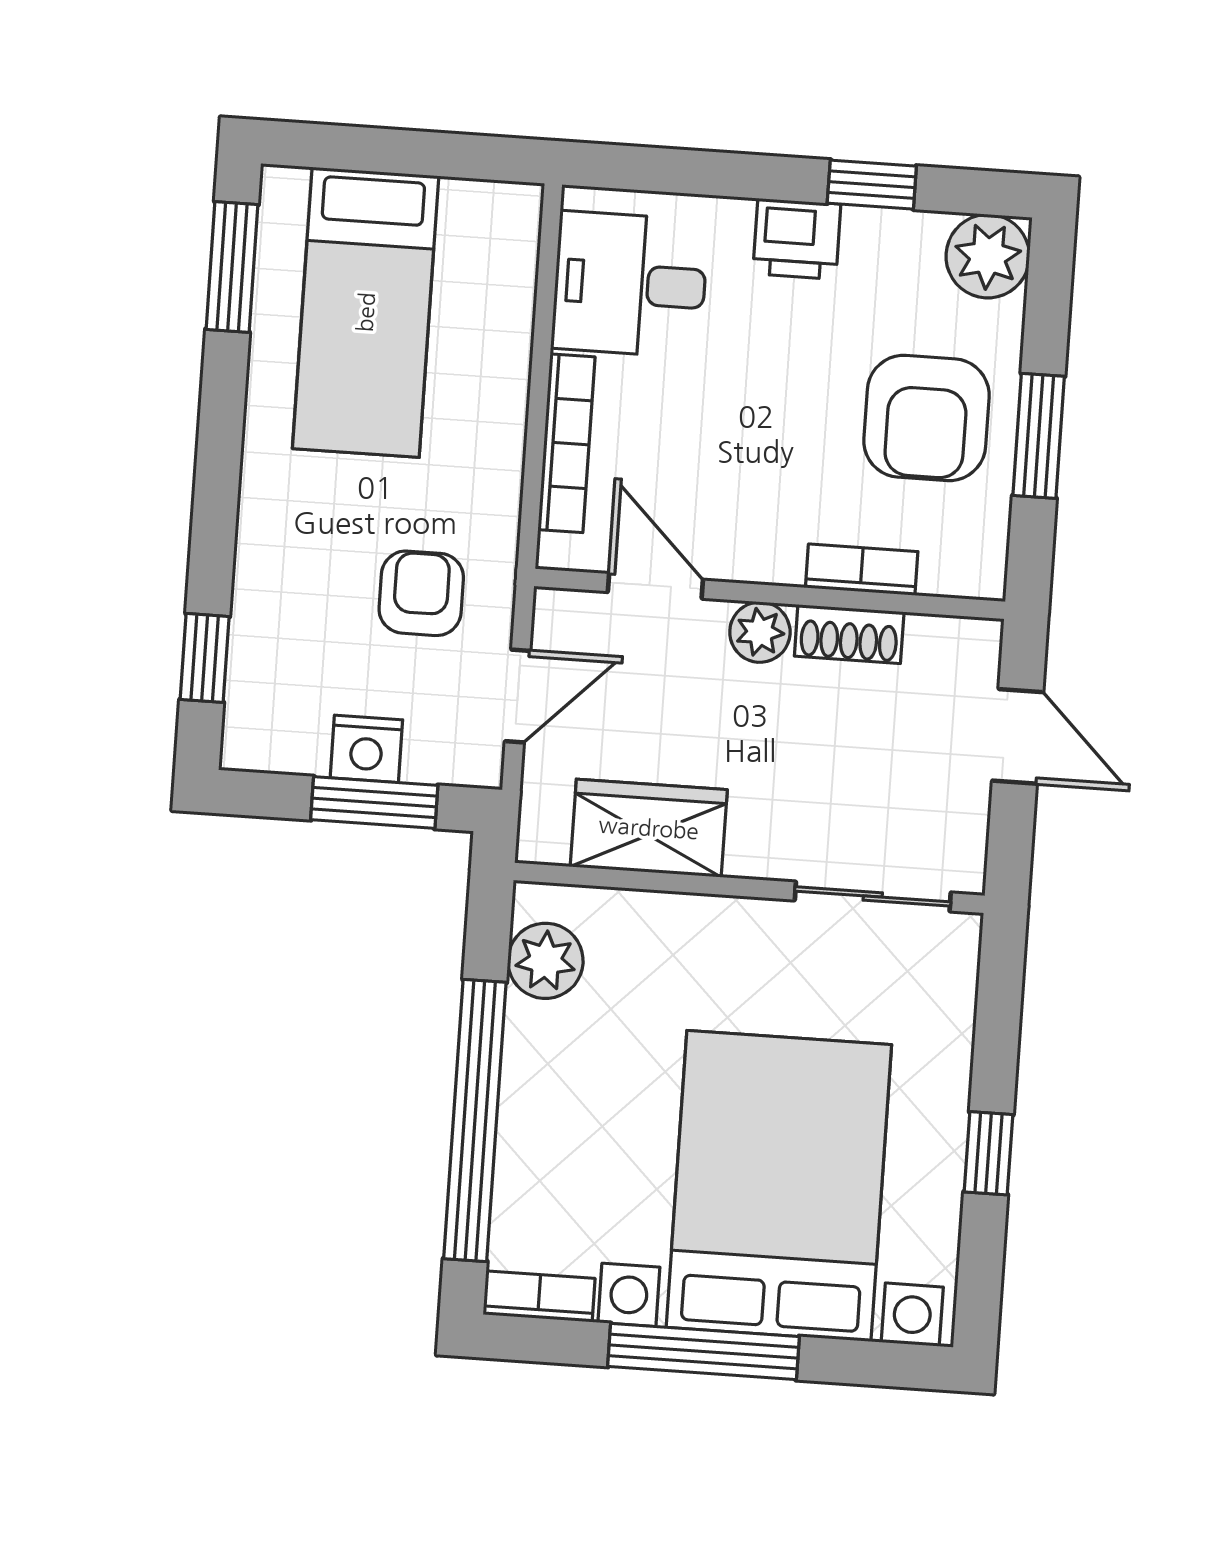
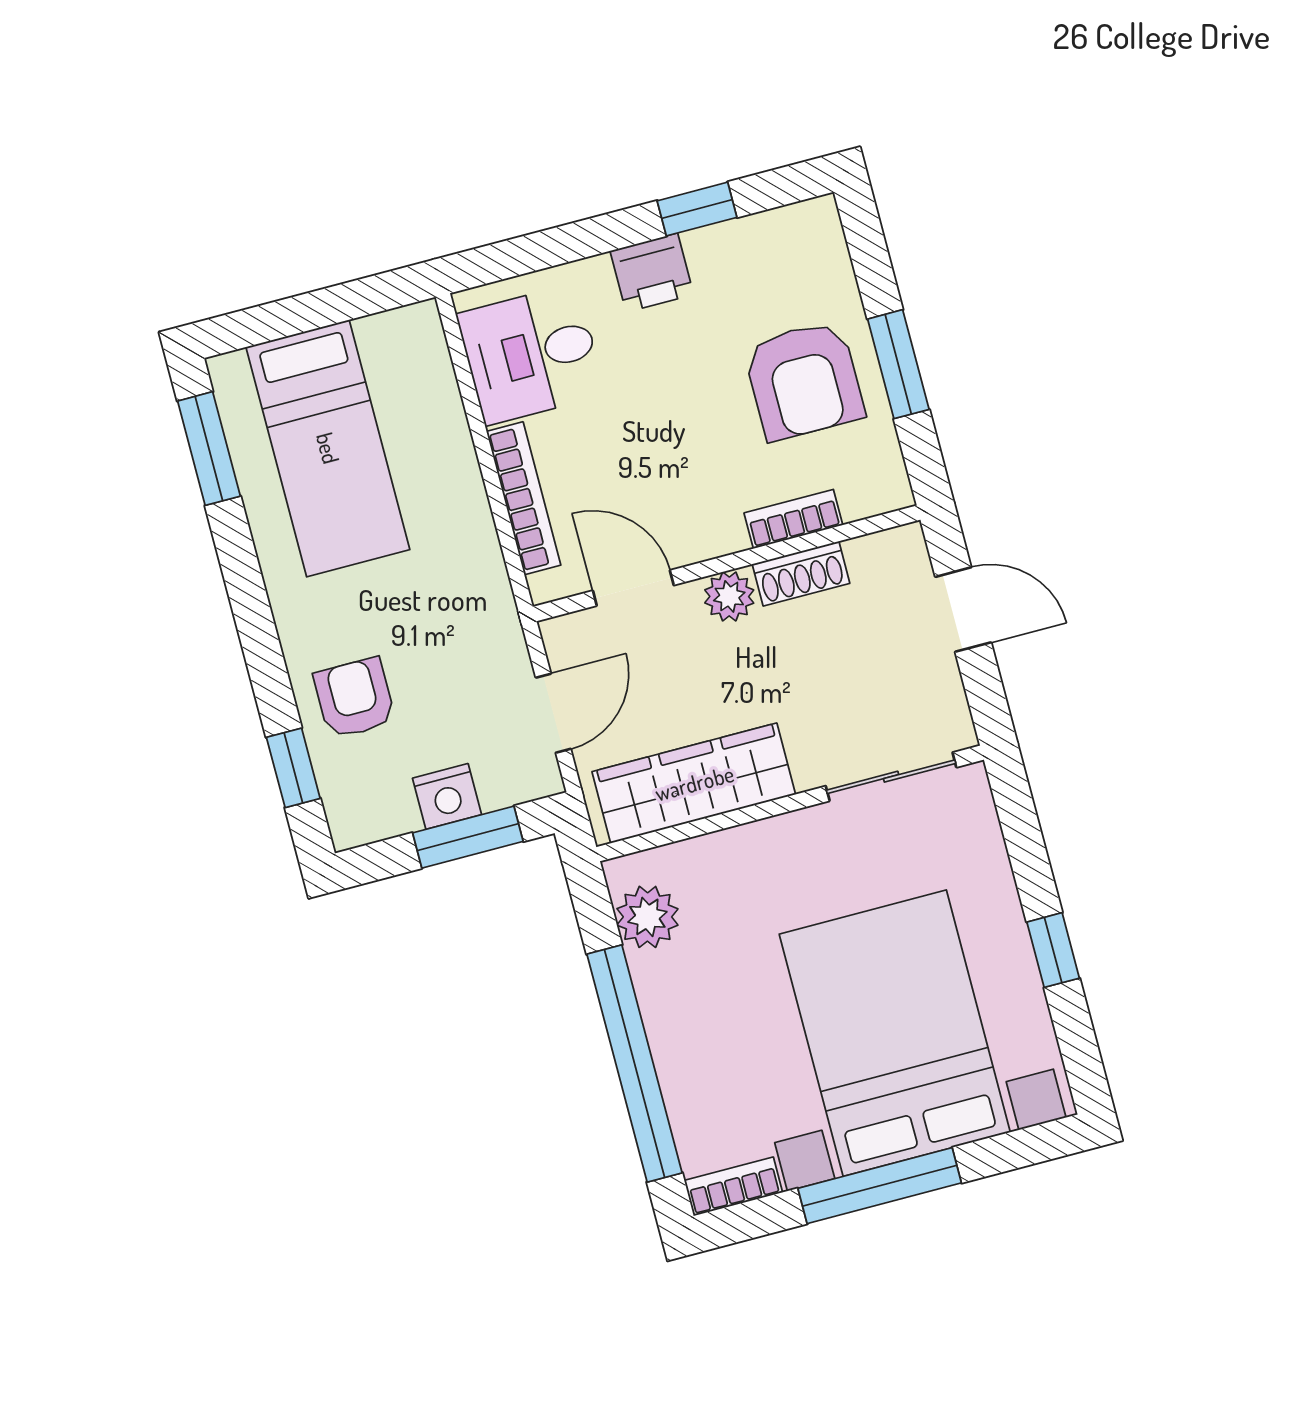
plant: (988, 256) -> (809, 235), removed
armchair: (421, 593) -> (354, 698), moved
wardrobe: (649, 828) -> (694, 783), width x1.50

